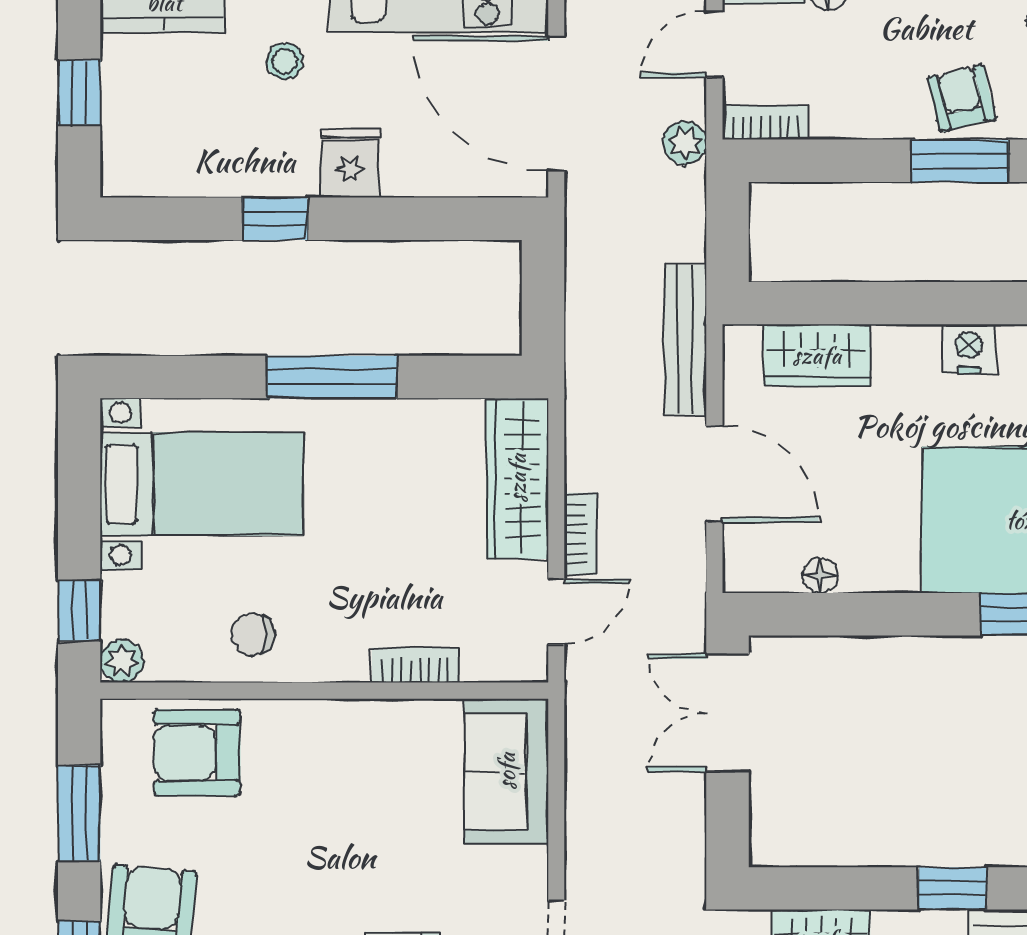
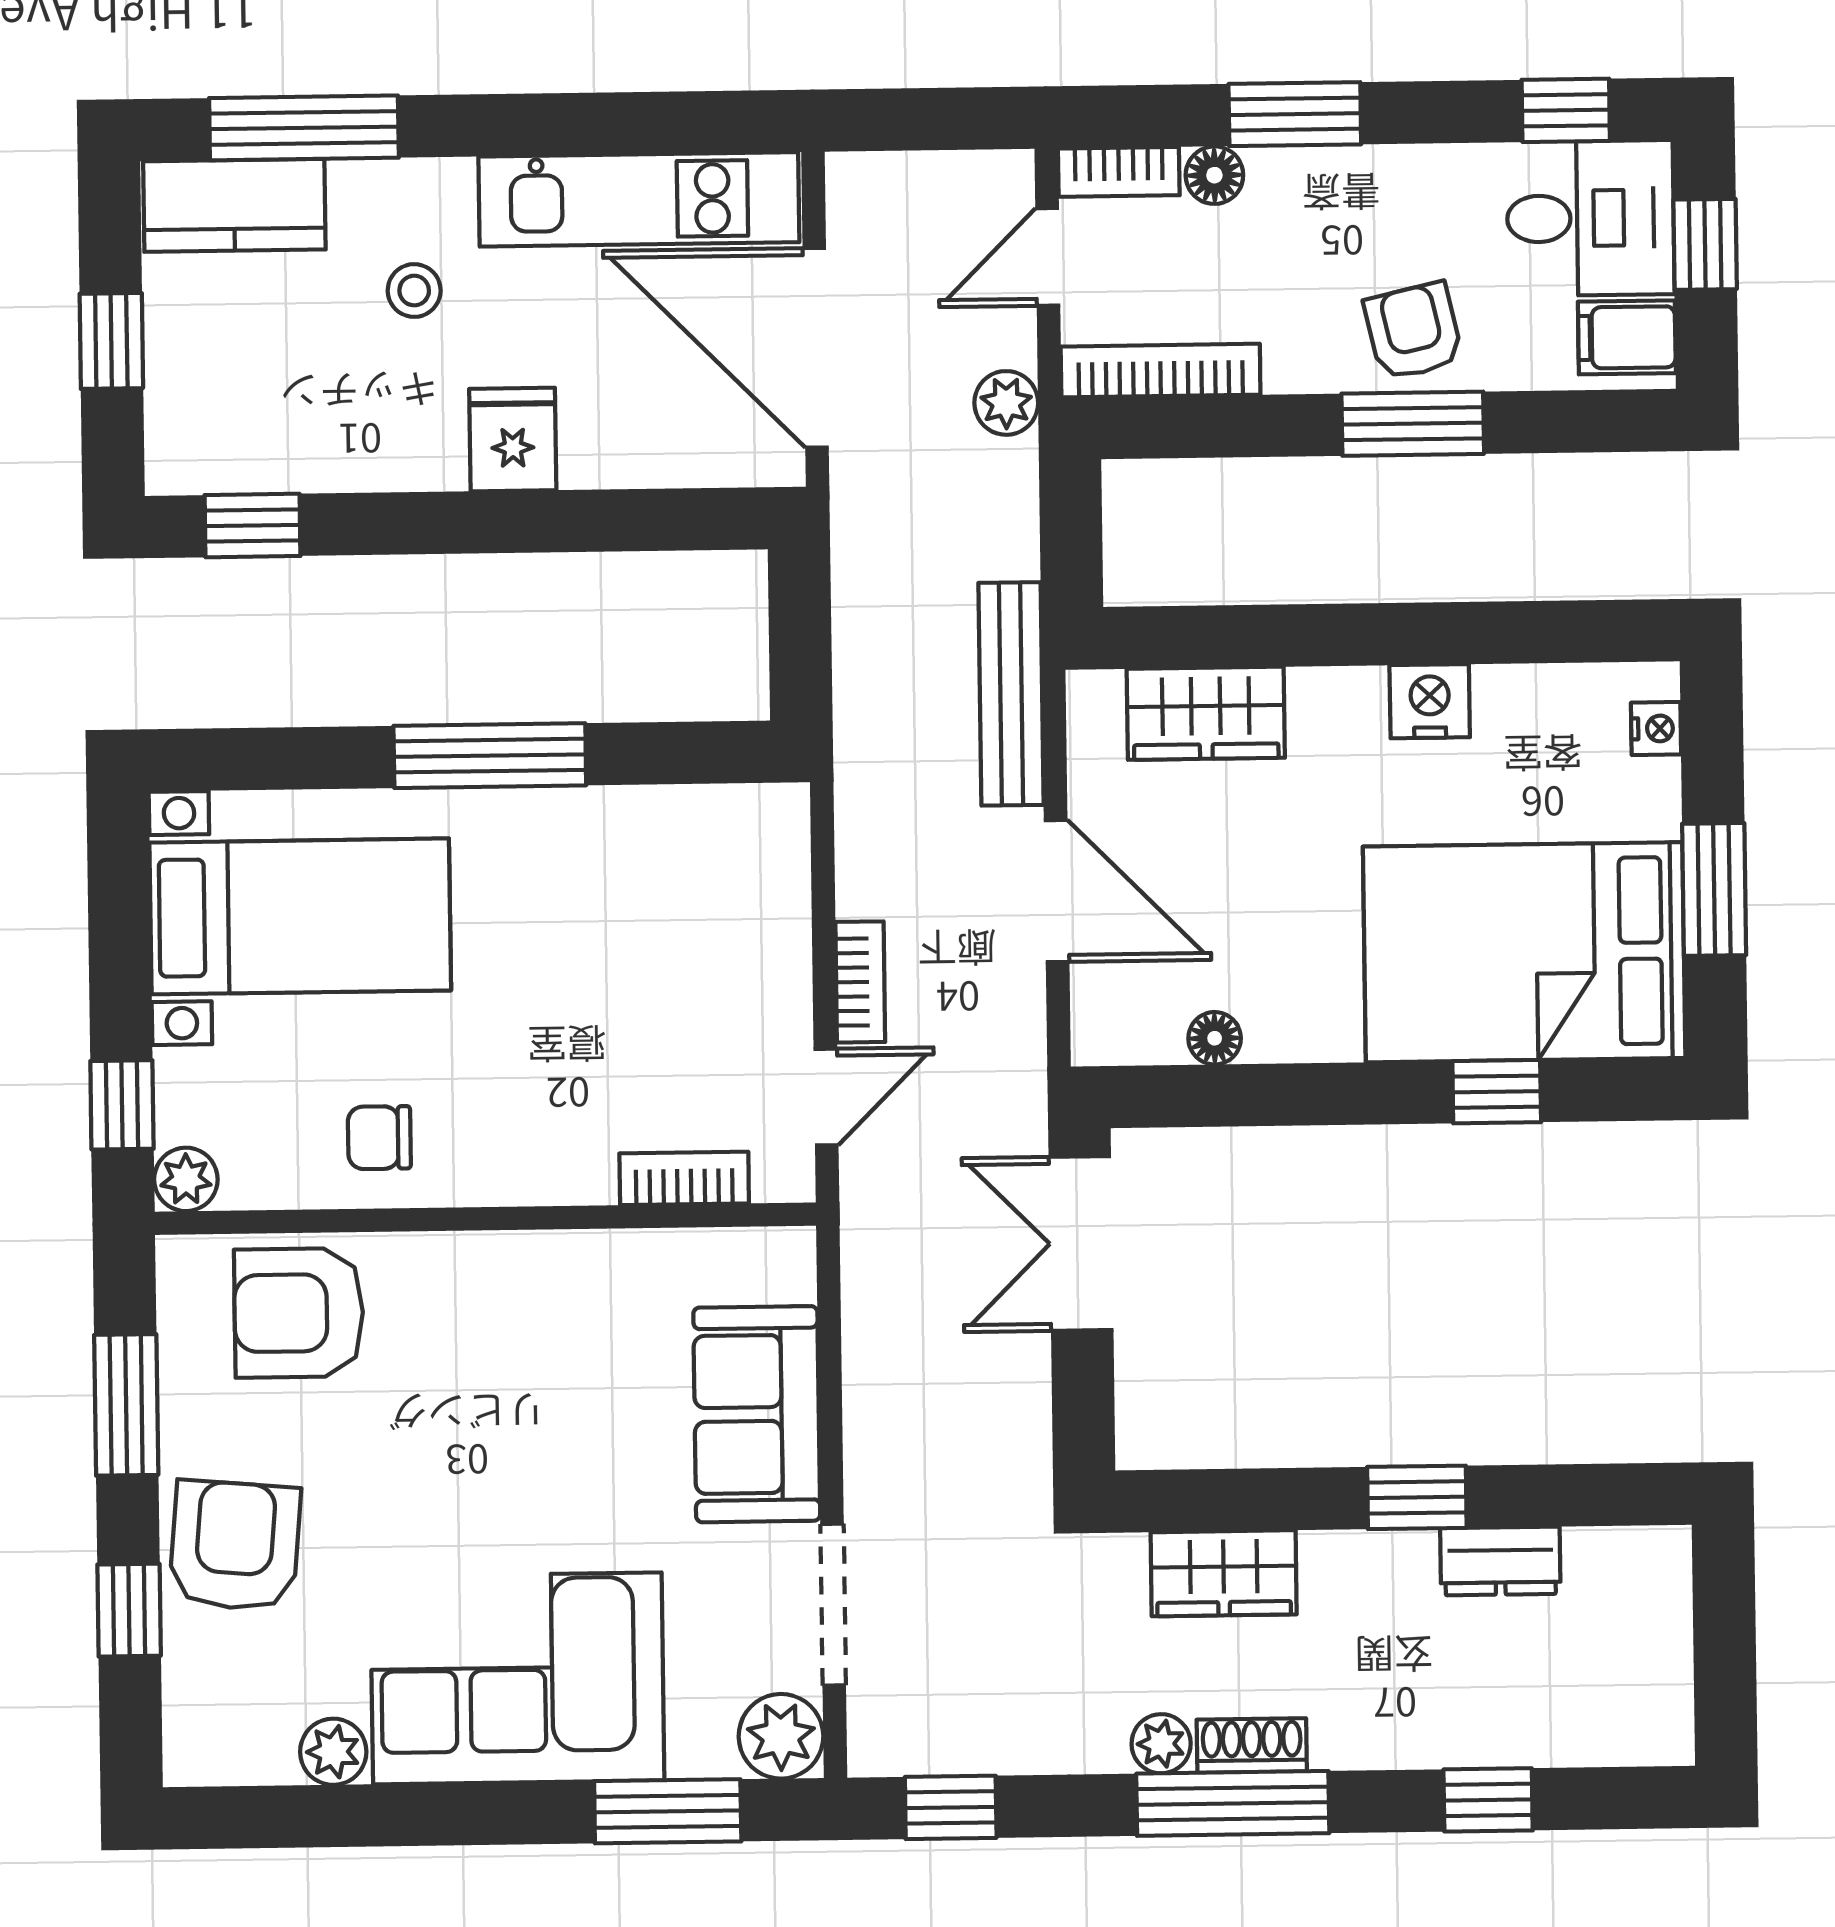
bookcase: (765, 122) -> (1161, 371), width x1.56
window: (275, 219) -> (252, 525), moved
wardrobe: (517, 478) -> (766, 902), removed
bookcase: (416, 665) -> (684, 1178), moved
sofa: (506, 771) -> (757, 1414), moved

